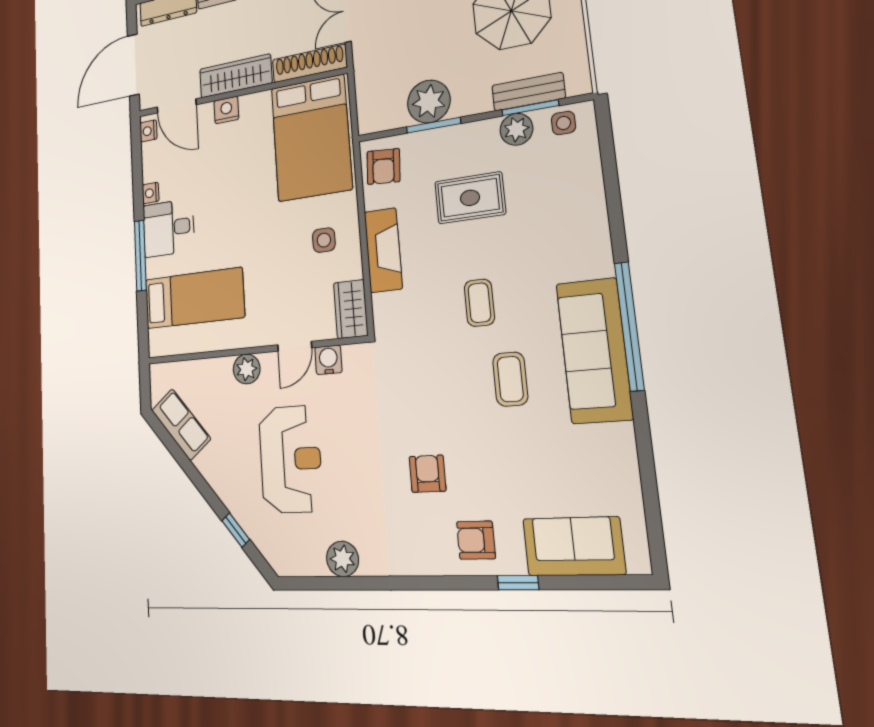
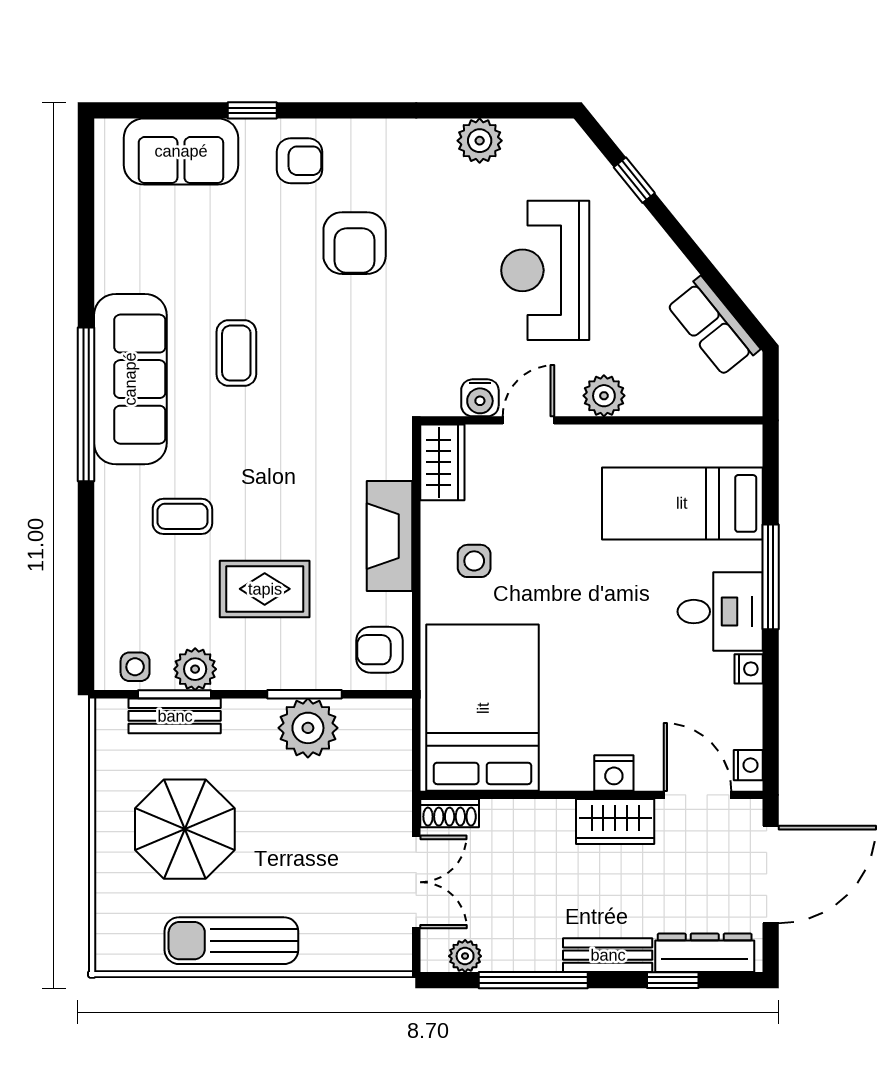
shoe rack: (309, 63) -> (450, 813), width x0.51, depth x0.81
wardrobe: (236, 76) -> (615, 822), width x0.67
armchair: (383, 167) -> (380, 650), turned -94
coffee table: (479, 303) -> (182, 516), moved, turned 90
armchair: (428, 474) -> (355, 243), width x1.38, depth x1.38

